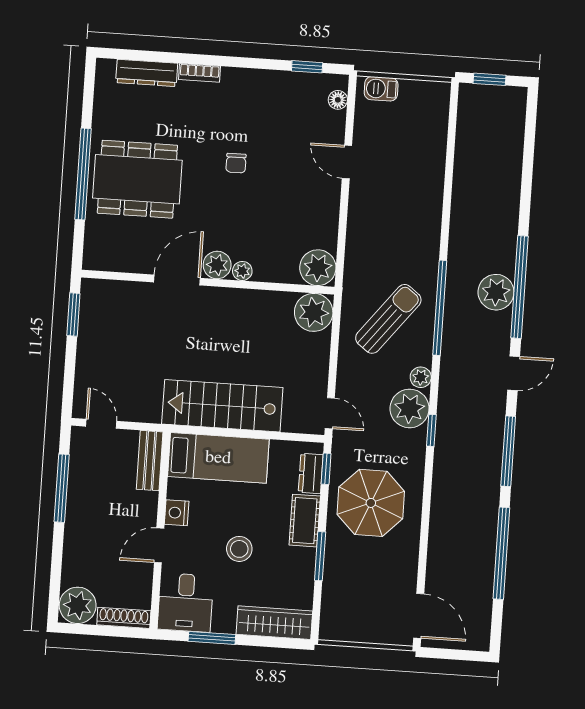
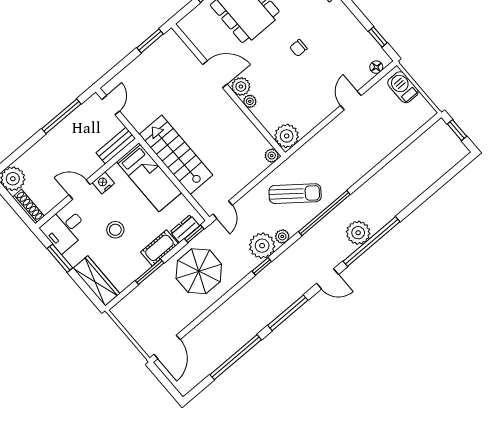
barbecue: (381, 89) -> (403, 87), width x1.38, depth x1.27
plant: (314, 312) -> (272, 156), width x0.53, depth x0.53

